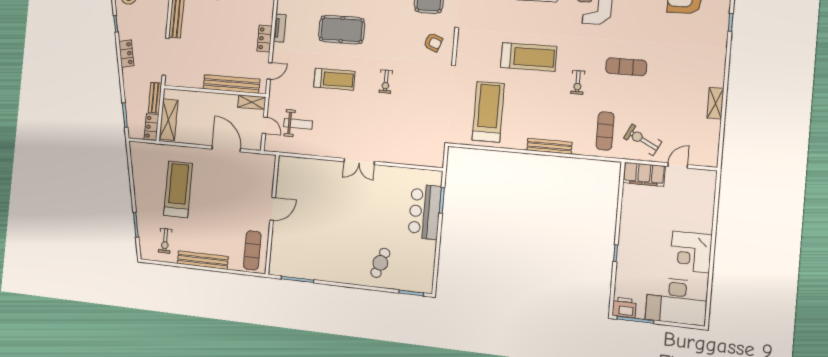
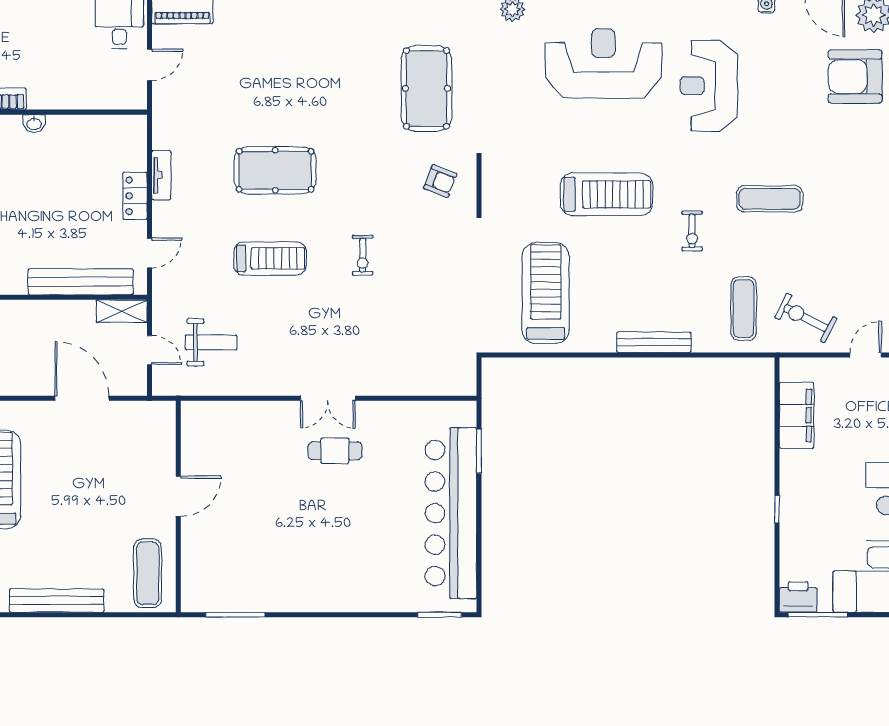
filing cabinet: (644, 174) -> (797, 415), moved, turned -90
bar counter: (425, 212) -> (451, 513), width x1.86
cafe table: (380, 263) -> (335, 451), moved, turned 71

